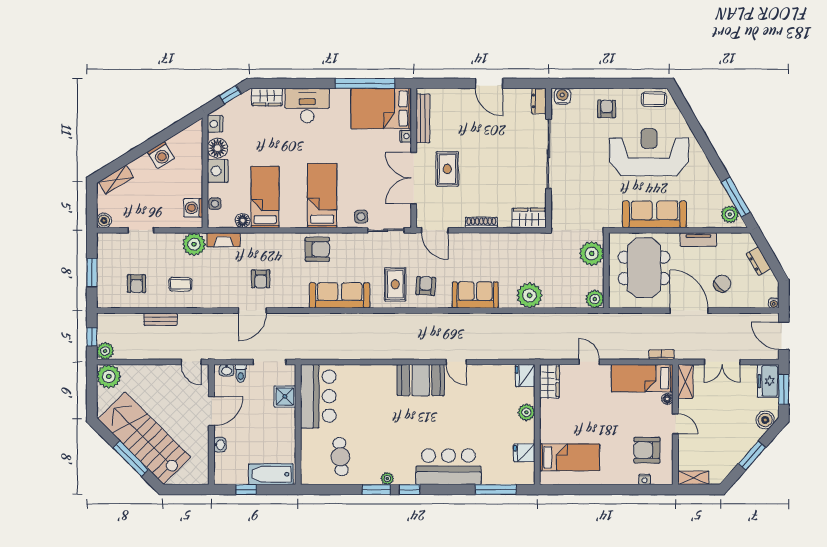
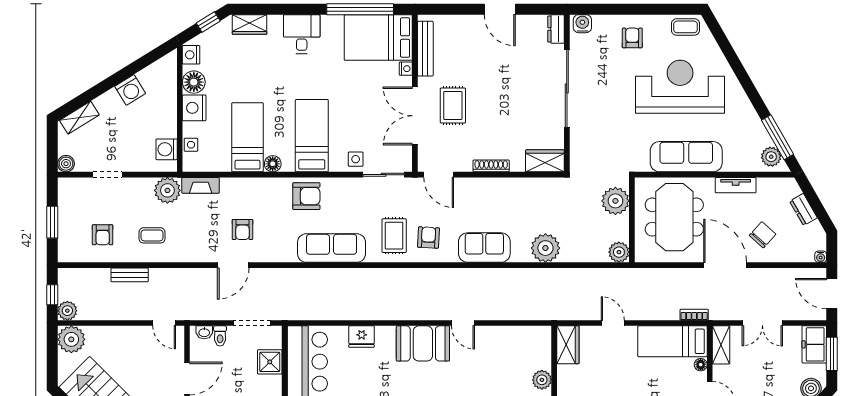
desk: (307, 106) -> (302, 34), width x0.73
floor lamp: (243, 221) -> (273, 164), moved
fridge: (525, 376) -> (362, 337), moved, turned -90

